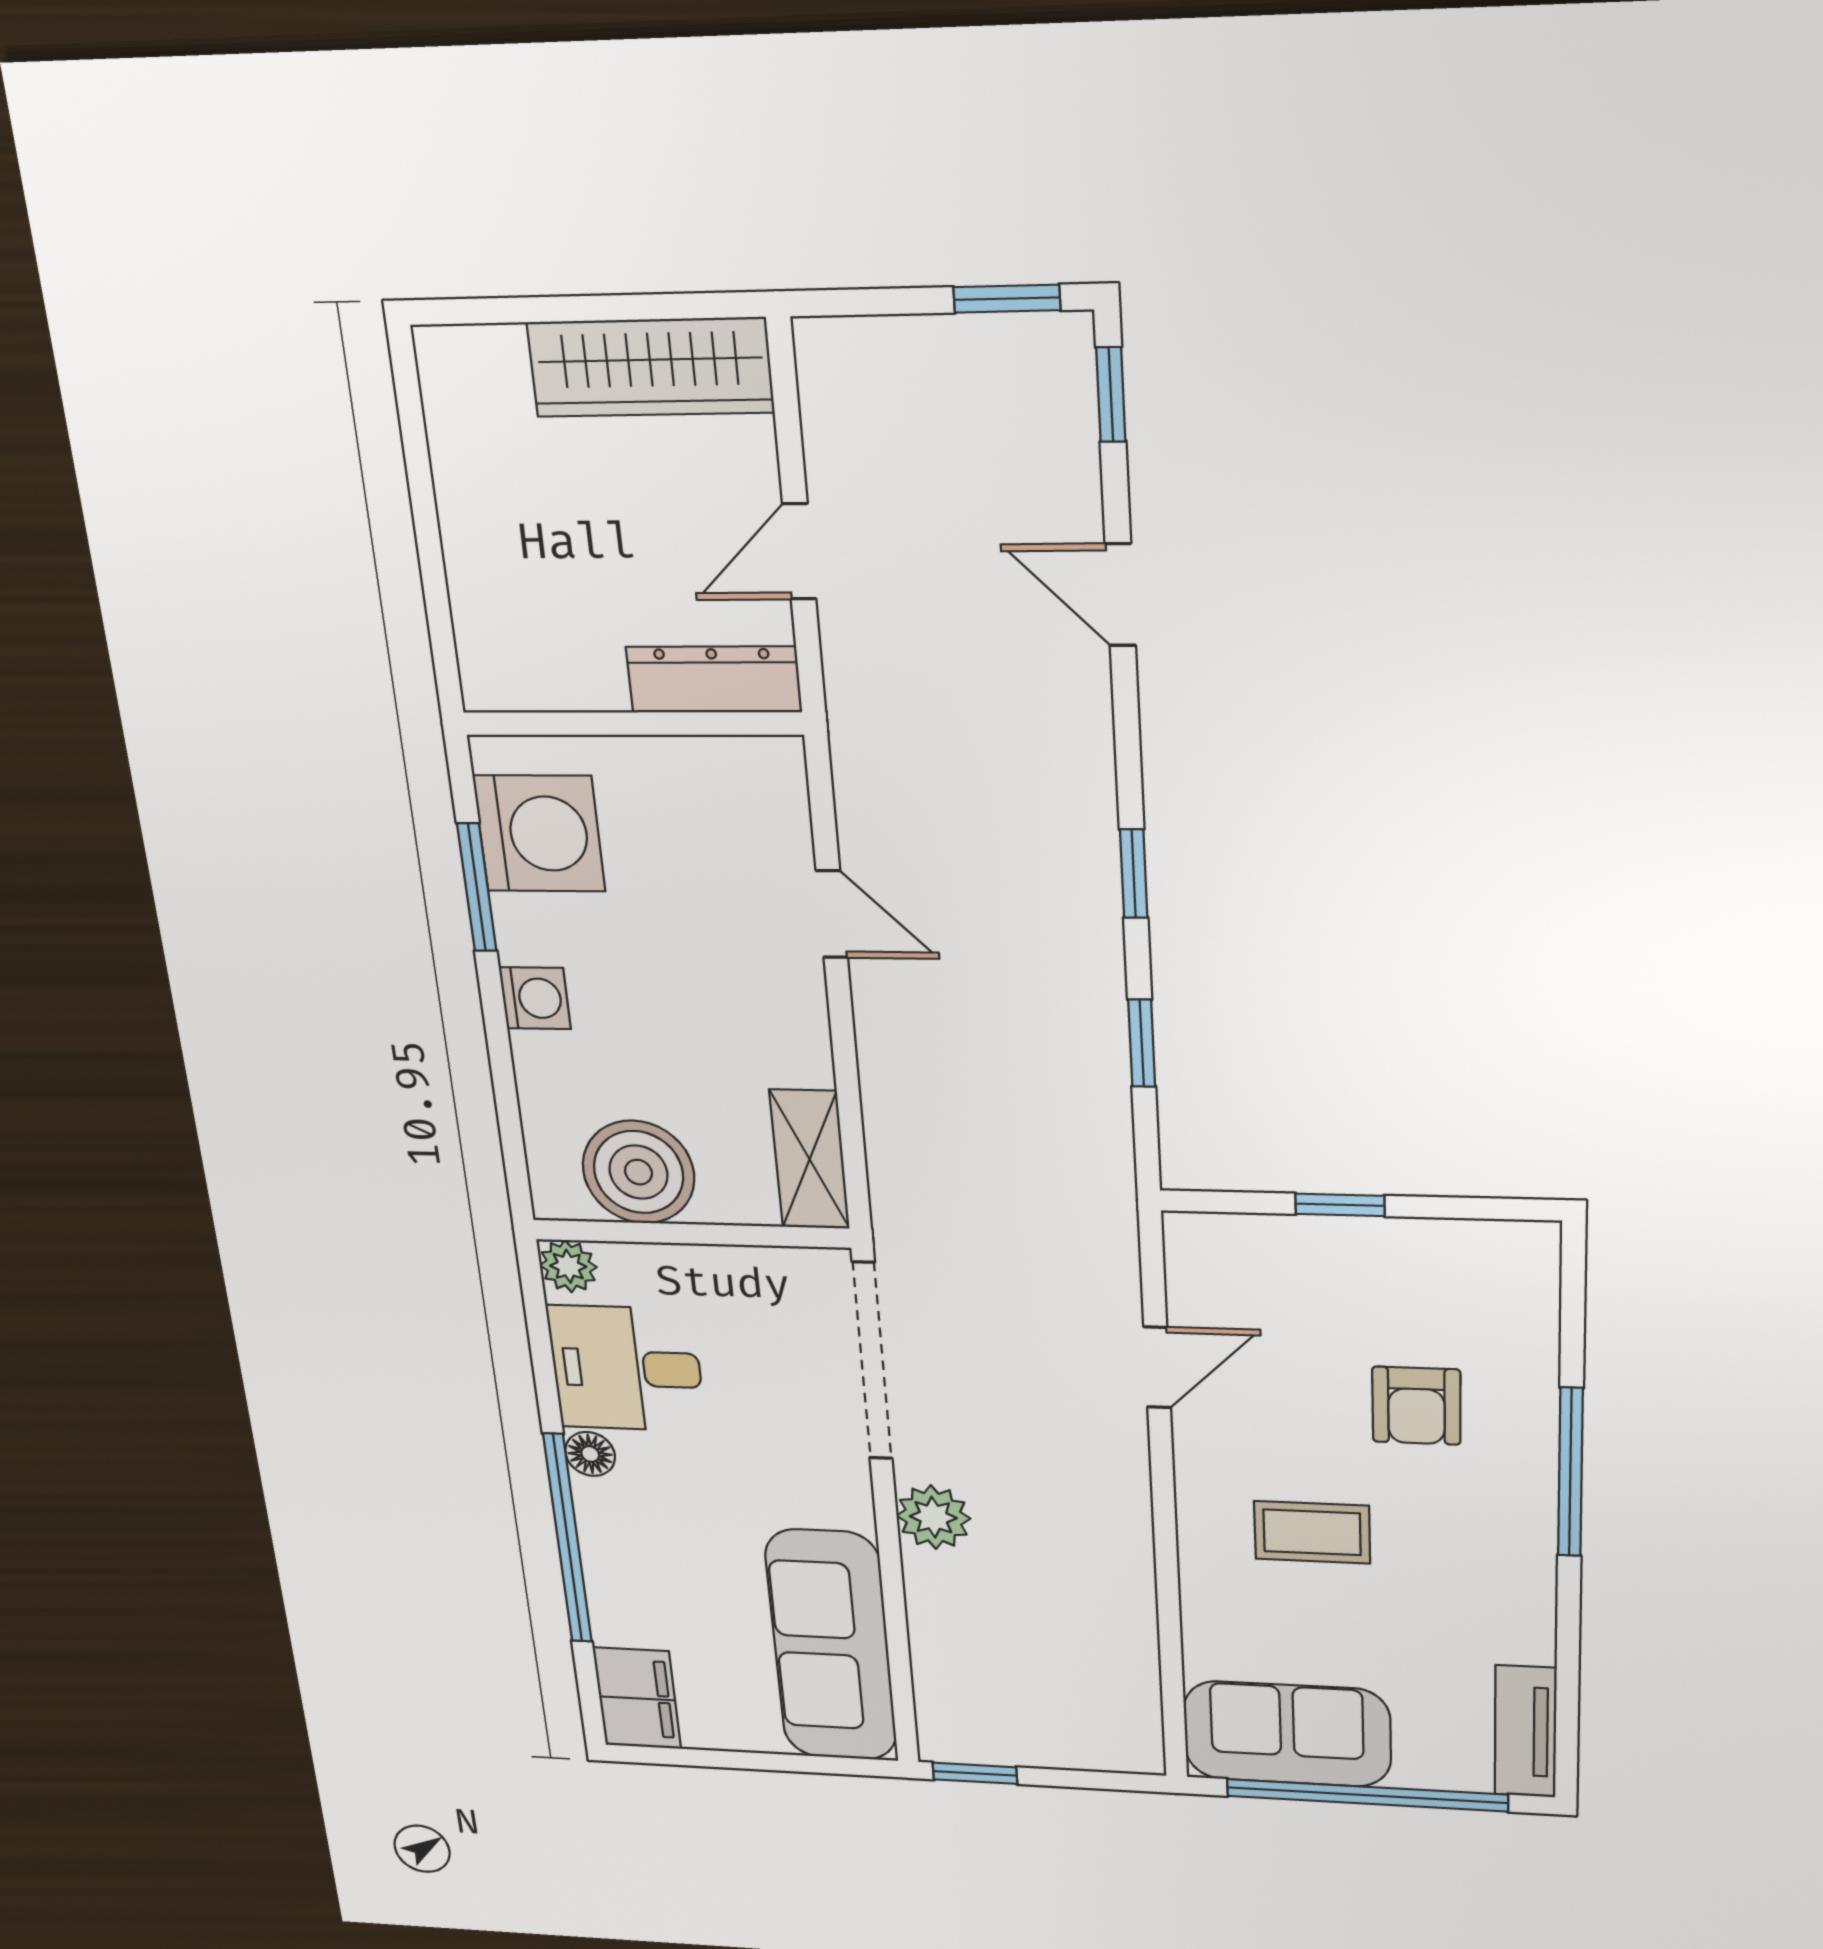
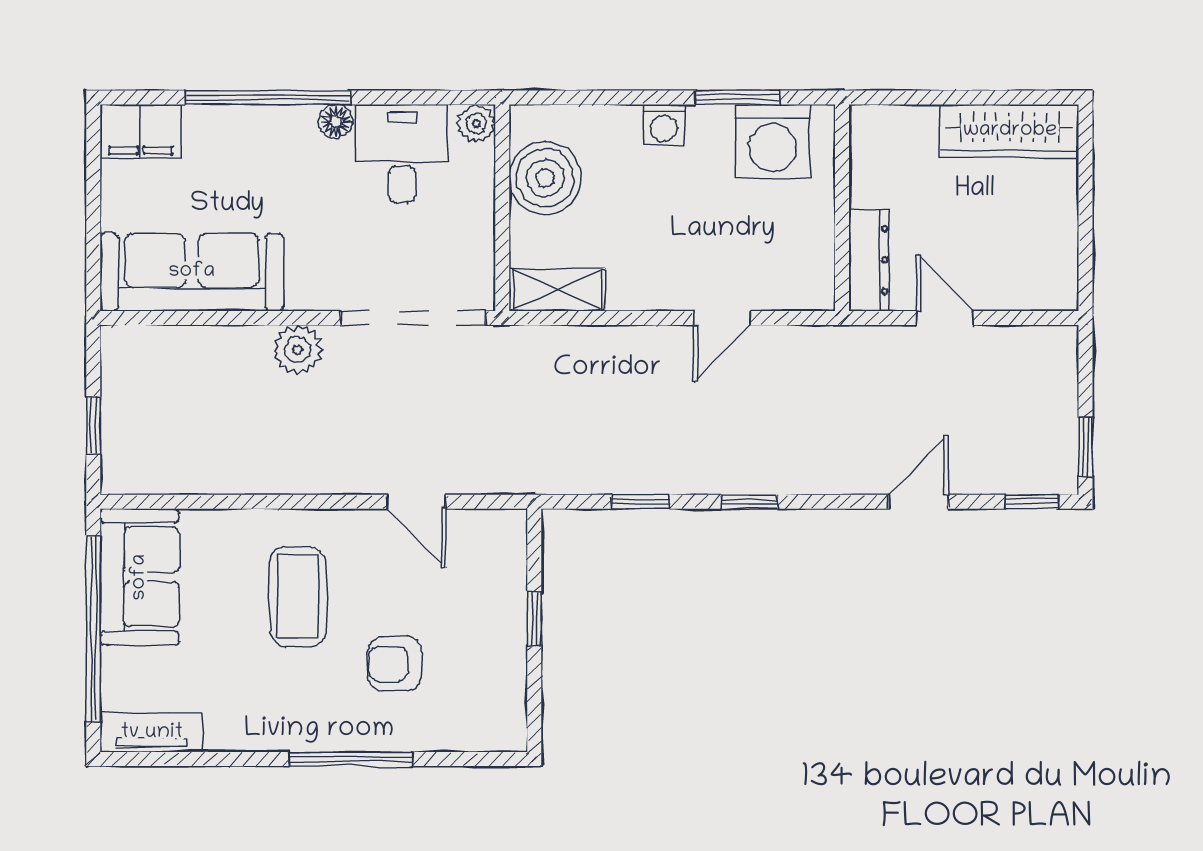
wardrobe: (650, 367) -> (1010, 131), moved, turned -90
coffee table: (1312, 1532) -> (298, 597), width x1.36, depth x1.30
window: (975, 1773) -> (93, 425), moved

